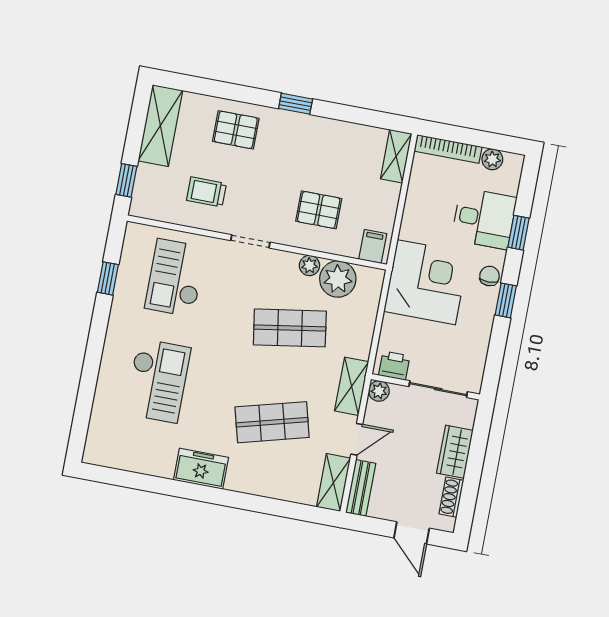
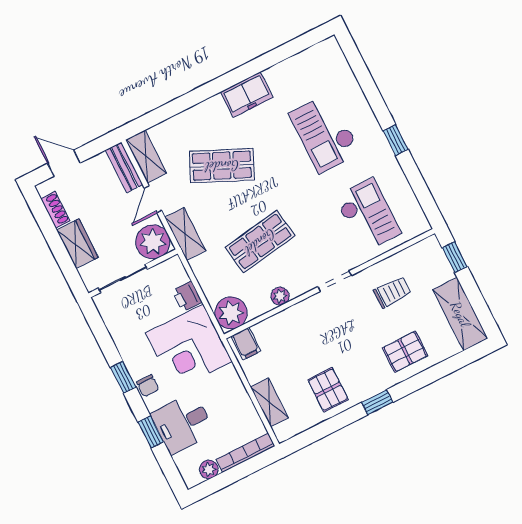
shelving: (396, 156) -> (269, 402), moved
pallet: (319, 210) -> (328, 390), moved, turned 90
window: (108, 278) -> (396, 140), moved
plant: (338, 279) -> (231, 313), moved
printer: (394, 366) -> (187, 296), moved, turned 90
plant: (379, 391) -> (153, 242), width x1.87, depth x1.87
shop shelf: (272, 422) -> (222, 166), turned 39

